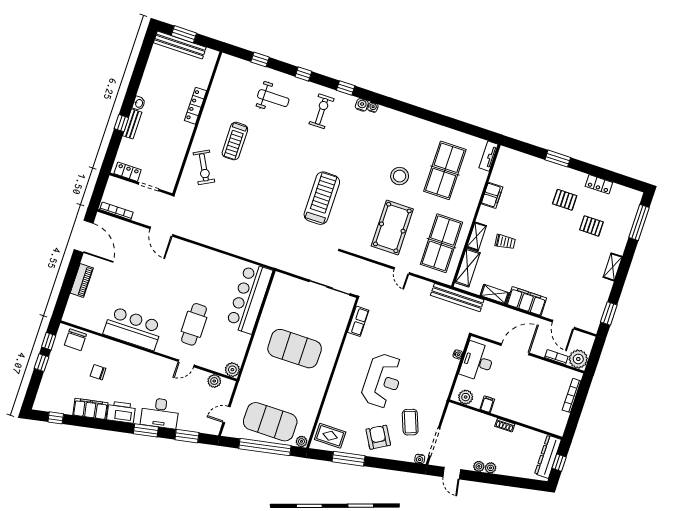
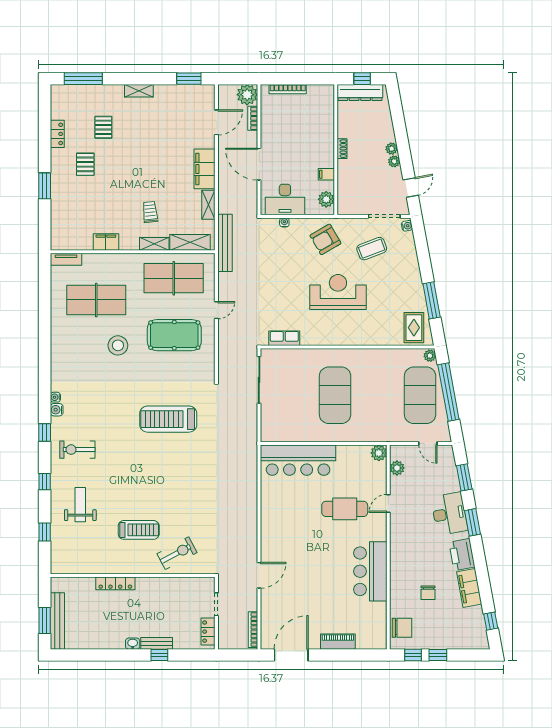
door: (186, 363) -> (388, 503), swing flipped
armchair: (378, 437) -> (325, 239), moved

